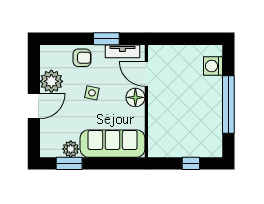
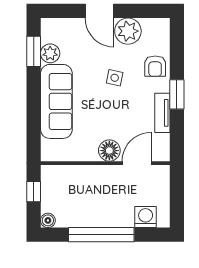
door: (146, 74) -> (137, 163), moved
floor lamp: (135, 97) -> (109, 151), moved
wall: (146, 101) -> (105, 163), moved
boiler: (216, 151) -> (48, 220), added

